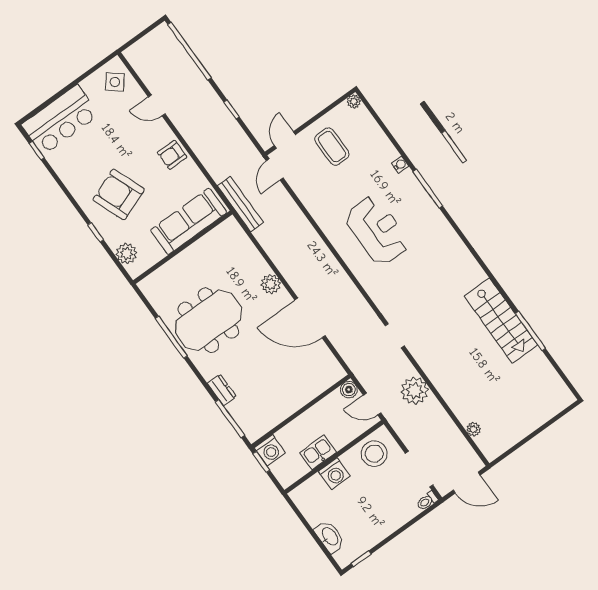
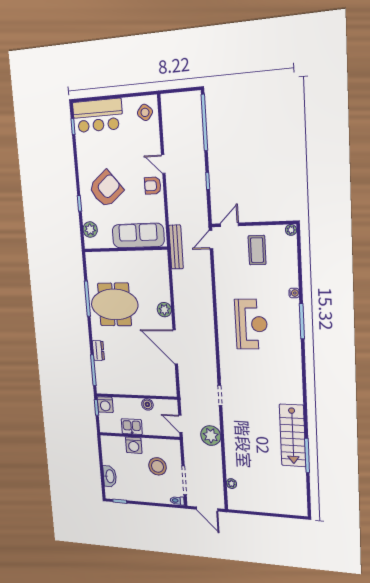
door: (157, 105) -> (163, 164), moved
armchair: (119, 195) -> (106, 189), turned 72
boiler: (349, 390) -> (147, 404), moved
stool: (374, 454) -> (157, 466), moved

